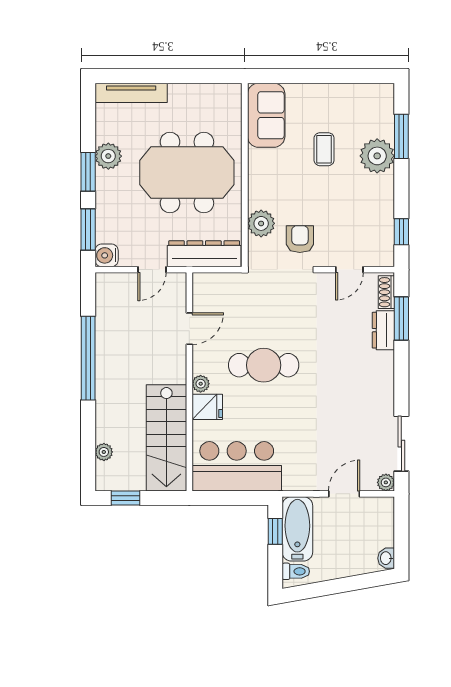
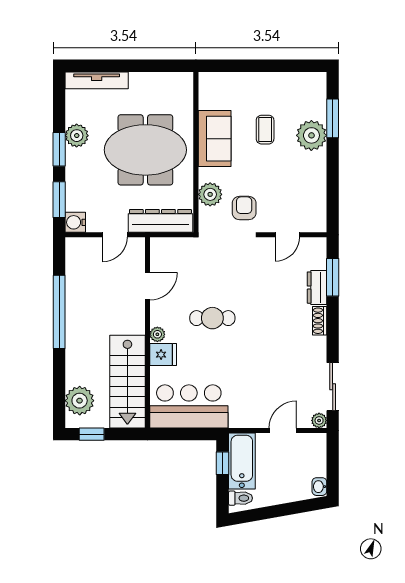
sofa: (266, 115) -> (215, 139), moved
window: (401, 232) -> (333, 202), removed
shoe rack: (386, 292) -> (320, 321), moved
cafe table: (264, 365) -> (212, 318), width x0.73, depth x0.74
plant: (104, 452) -> (80, 401), width x1.87, depth x1.87

